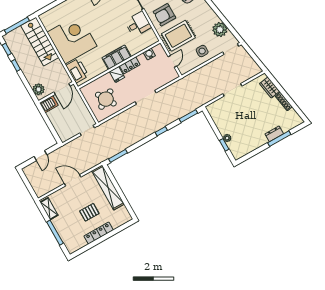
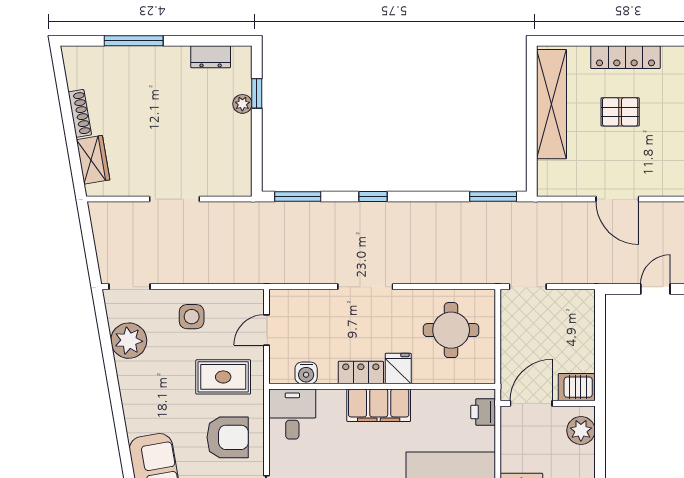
desk: (138, 24) -> (292, 414), moved, turned 90
rug: (178, 36) -> (223, 377), width x0.73, depth x0.70
printer: (77, 71) -> (483, 412), width x0.53, depth x0.68
round table: (106, 99) -> (451, 330), turned 31
dresser: (274, 134) -> (211, 57), moved
shelving: (108, 187) -> (552, 104), moved

